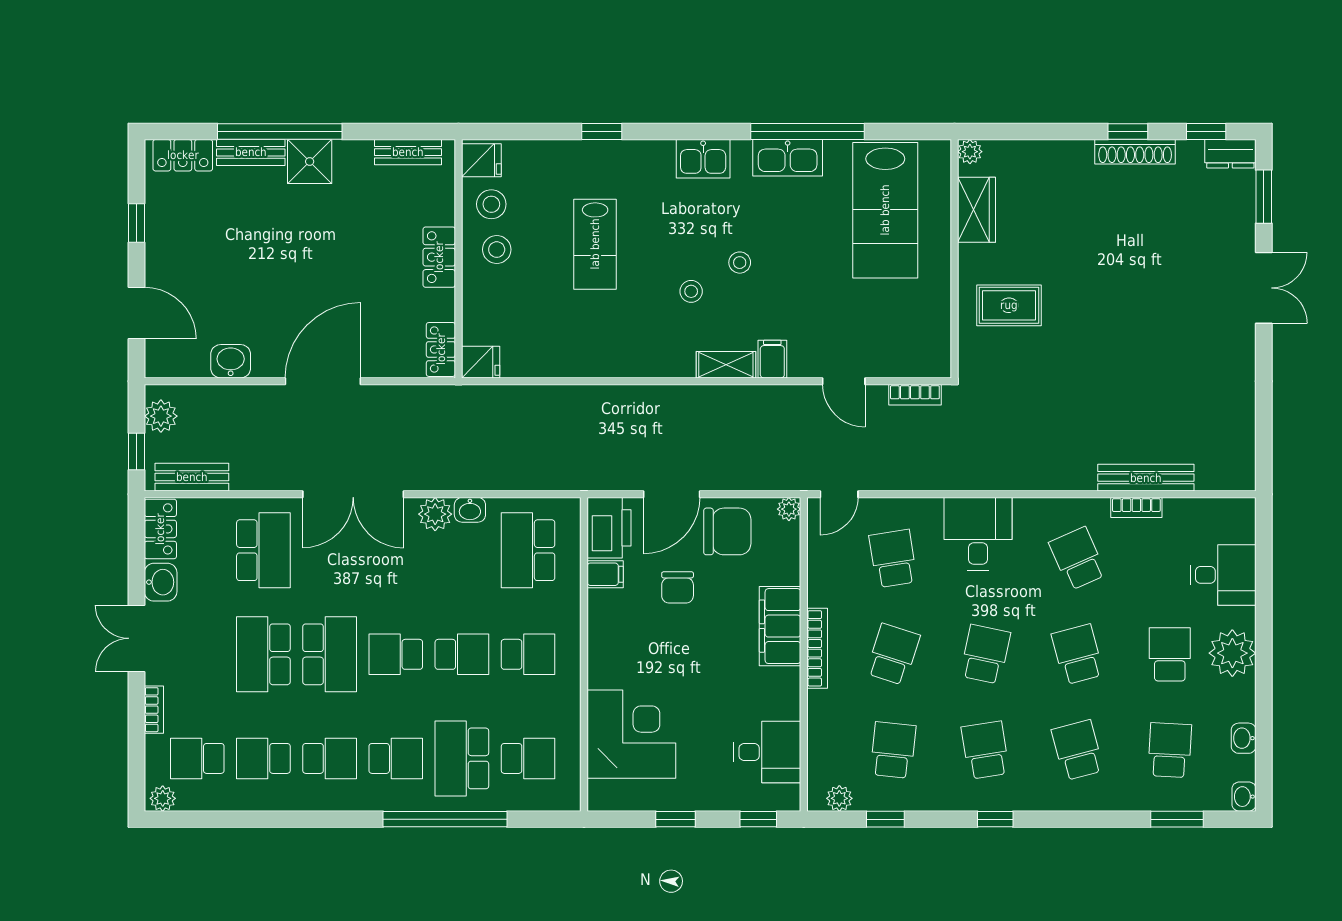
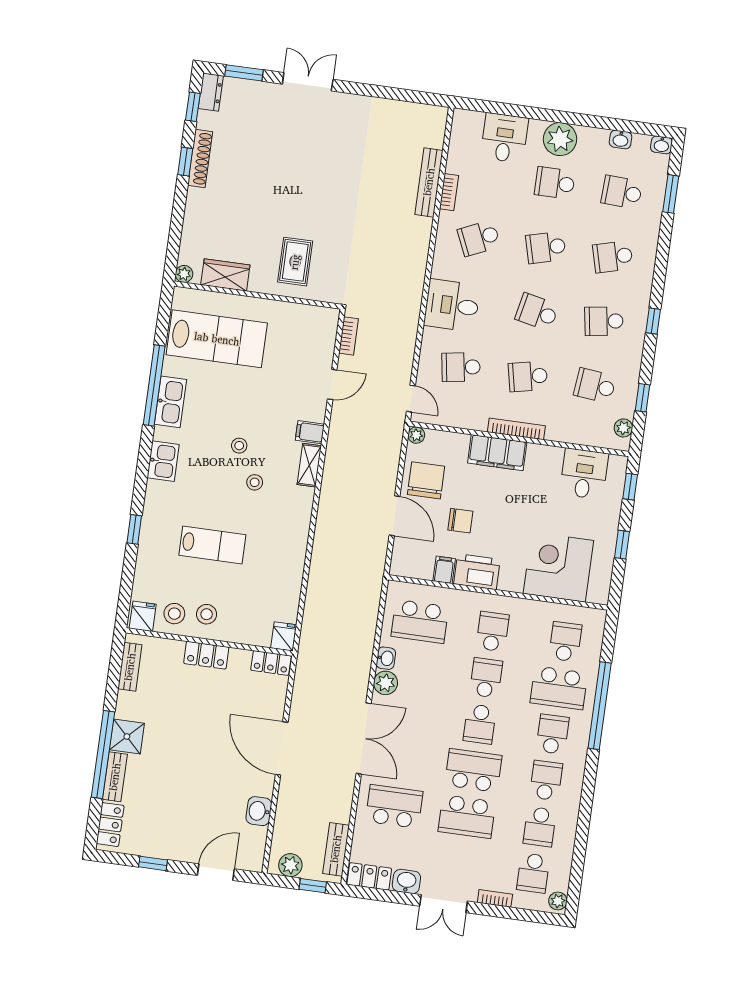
printer: (609, 528) -> (477, 572), moved
school desk: (893, 654) -> (528, 376), turned -30

